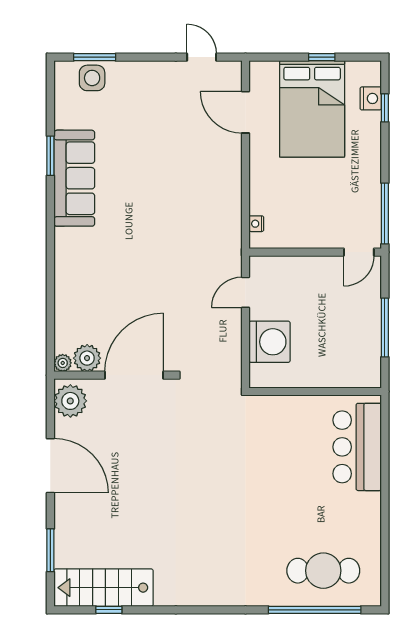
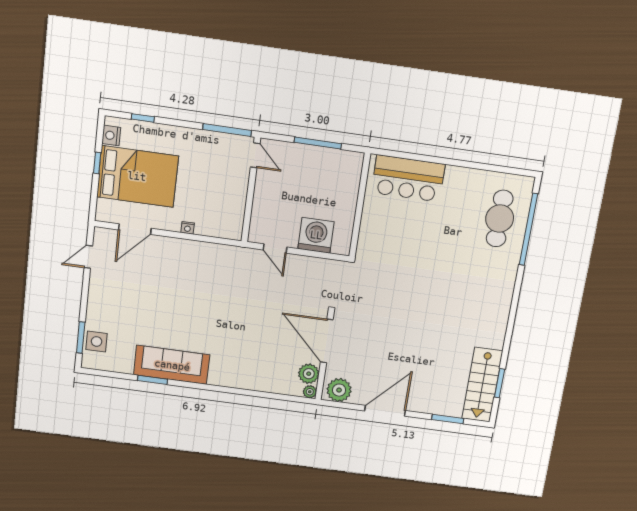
nightstand: (371, 98) -> (111, 135), moved, turned -90
nightstand: (256, 224) -> (188, 228), moved
window: (109, 610) -> (500, 383), width x1.50

